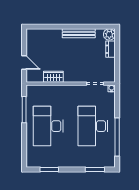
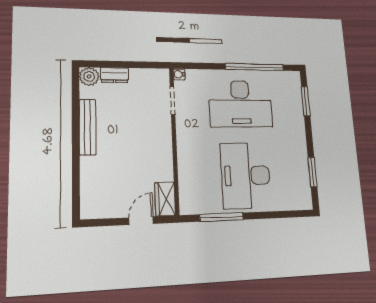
wardrobe: (53, 77) -> (165, 199), moved
desk: (48, 126) -> (246, 175), turned 90

